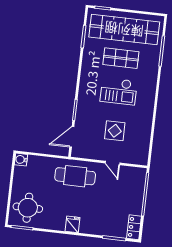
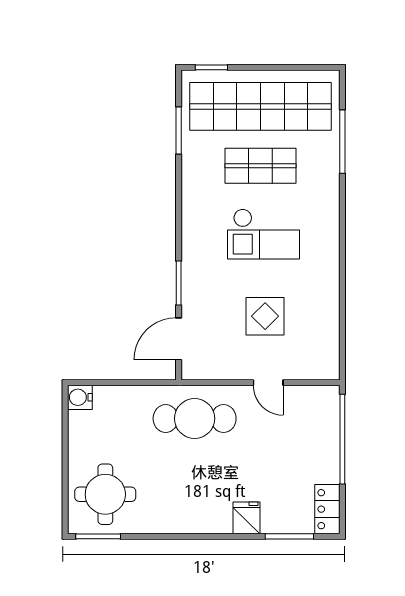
fridge: (73, 224) -> (246, 518), moved

